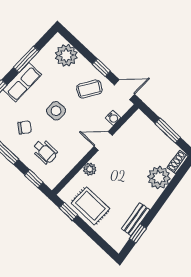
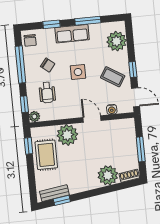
plant: (90, 169) -> (67, 135), width x1.88, depth x1.88
plant: (52, 182) -> (34, 117), added
bench: (136, 219) -> (54, 193), moved

